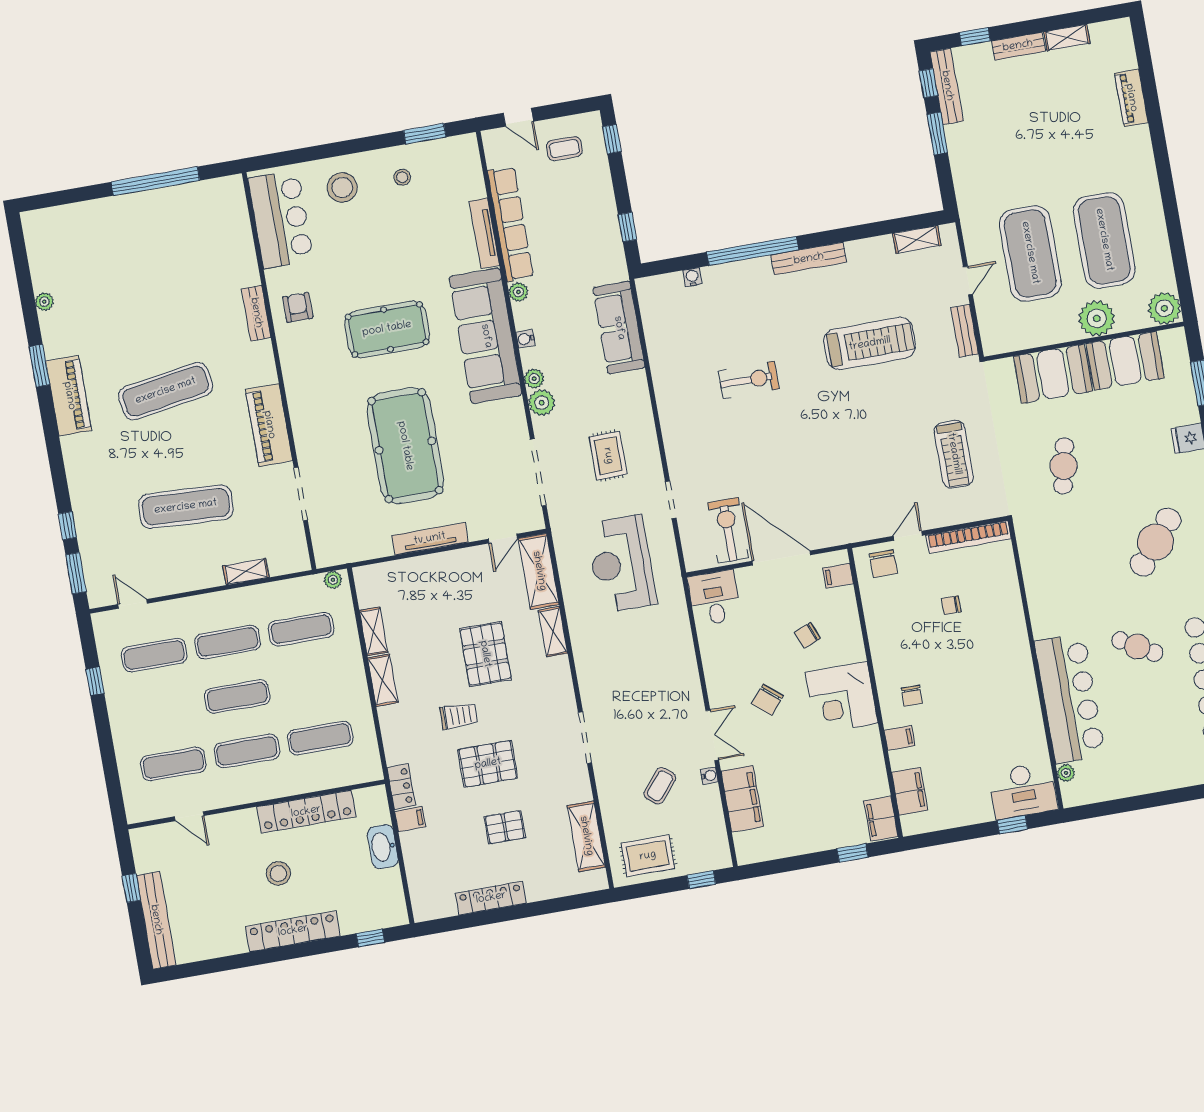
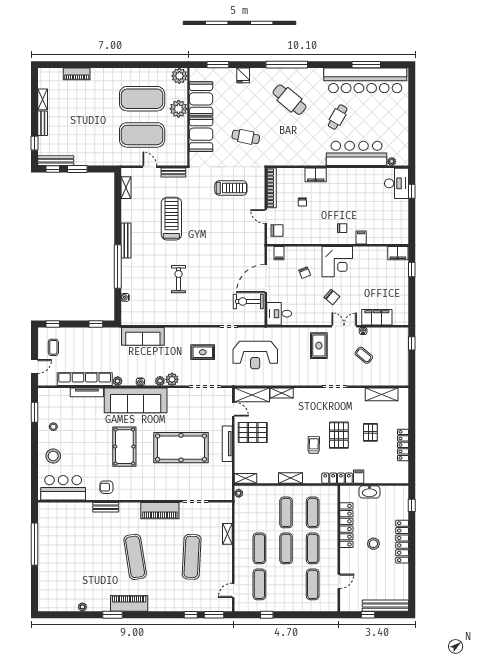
exercise mat: (301, 629) -> (286, 512), moved
shelving: (373, 631) -> (246, 478), moved
pallet: (485, 654) -> (253, 432), moved
locker: (401, 786) -> (337, 478), width x1.53
filing cabinet: (910, 791) -> (316, 175), moved, turned 180
rug: (648, 856) -> (319, 346), moved

